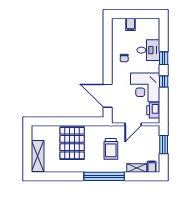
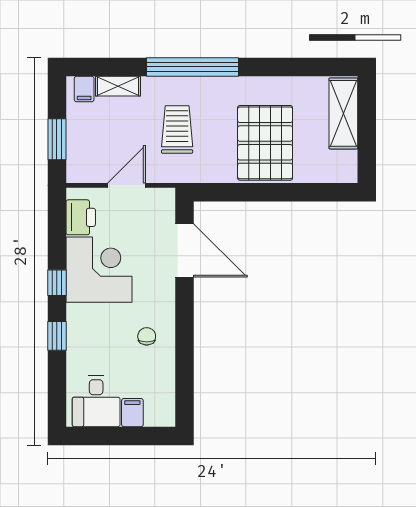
desk: (148, 50) -> (96, 401), moved, turned -90

